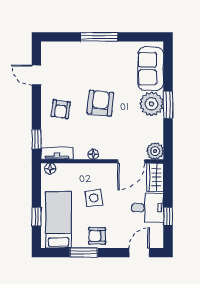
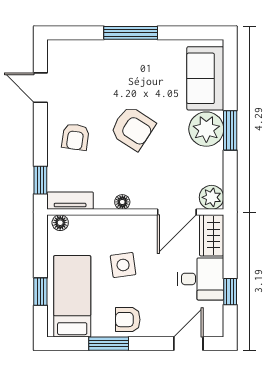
armchair: (100, 103) -> (133, 128), turned 117

